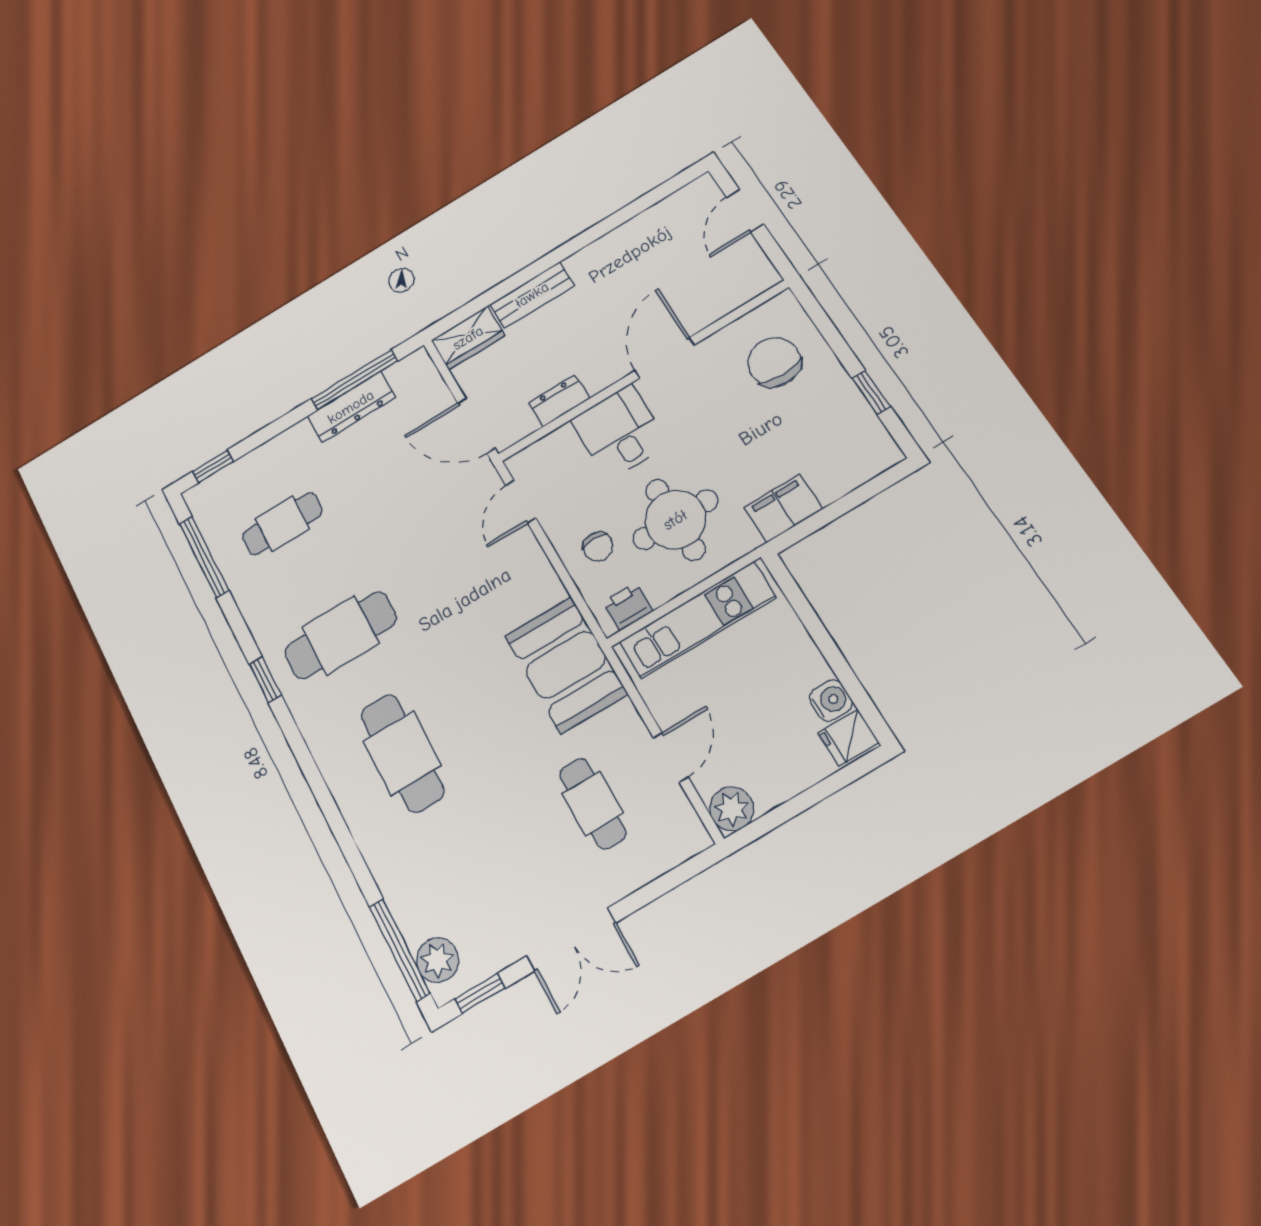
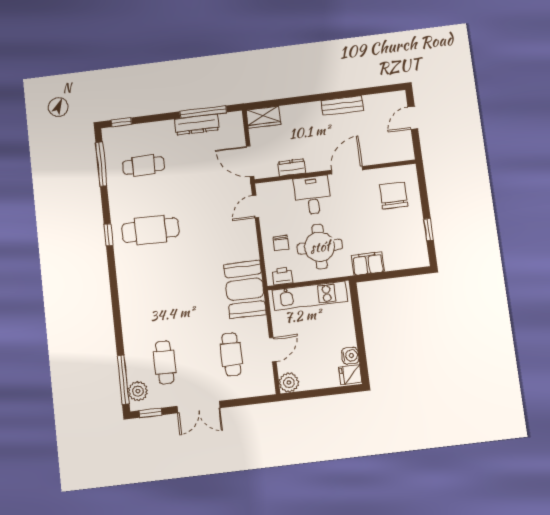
bench: (532, 295) -> (342, 105), moved
cafe table: (402, 753) -> (165, 362), moved, width x0.73, depth x0.74

